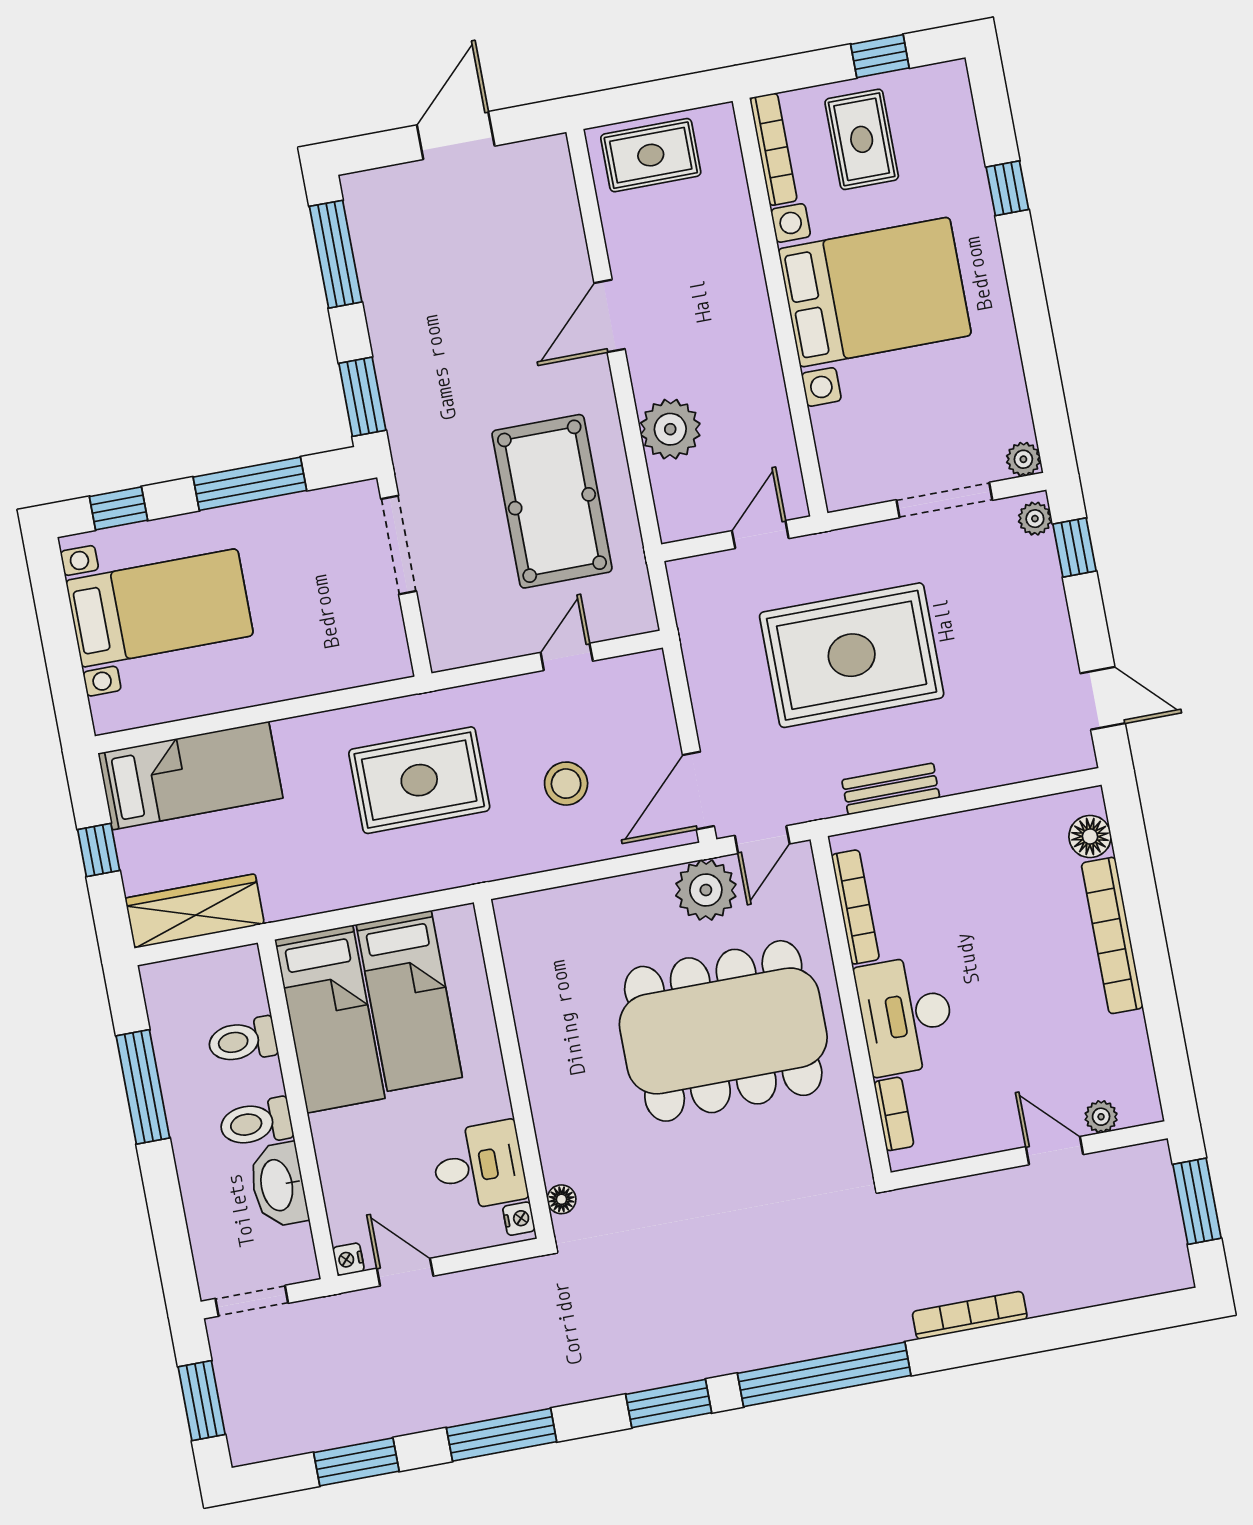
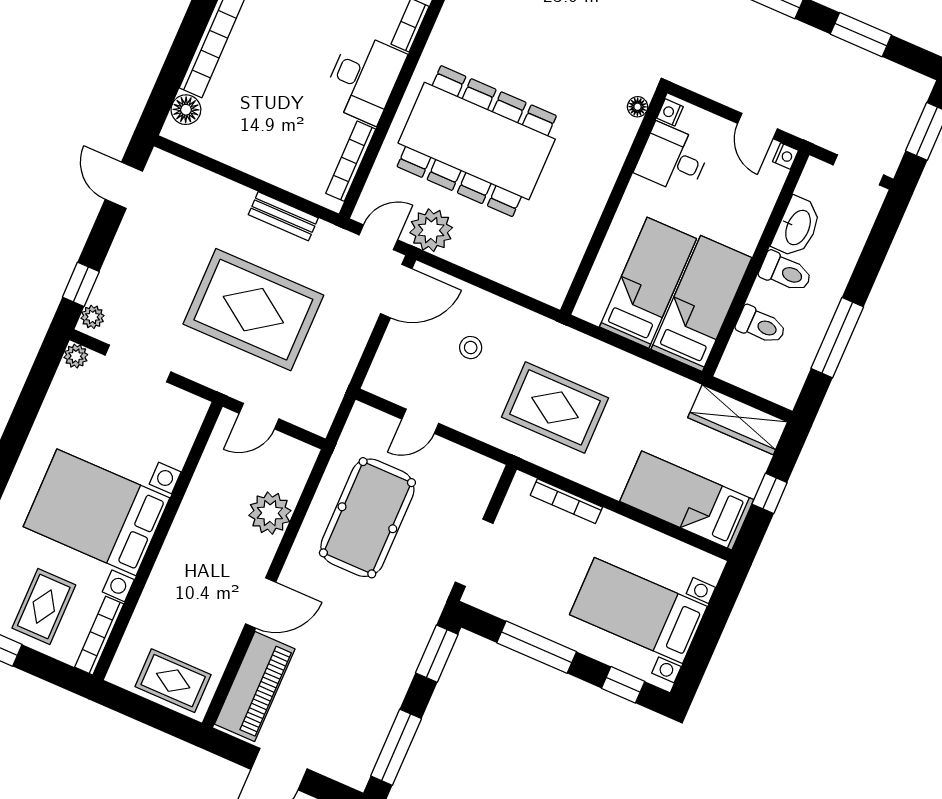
piano: (550, 213) -> (255, 686), added
bookcase: (331, 679) -> (566, 501), added
stool: (566, 784) -> (471, 348), width x0.73, depth x0.73

